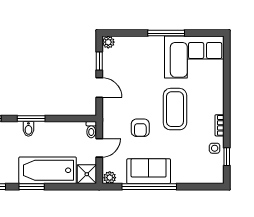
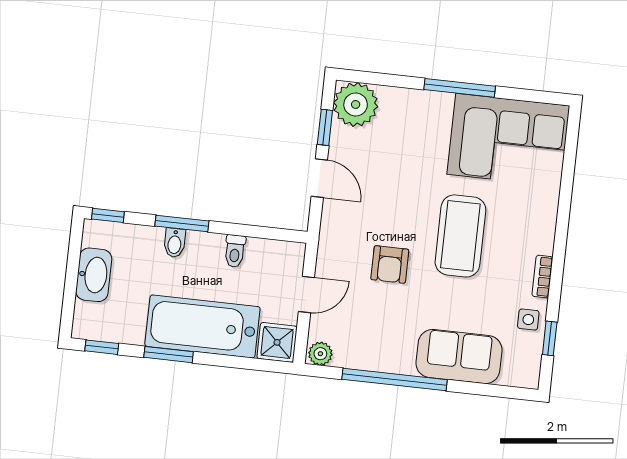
plant: (108, 42) -> (356, 104), width x1.88, depth x1.88
toilet: (91, 130) -> (235, 251), moved
sofa: (149, 171) -> (459, 357), moved

